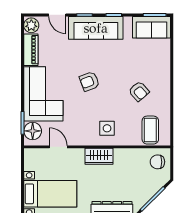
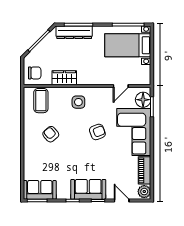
sofa: (96, 28) -> (88, 189), width x0.73
armchair: (89, 81) -> (97, 132), moved
door: (58, 147) -> (121, 86), hinge flipped
wardrobe: (99, 156) -> (64, 78), moved

